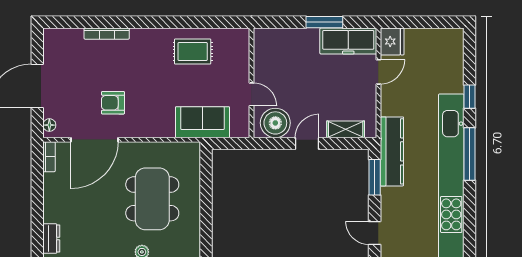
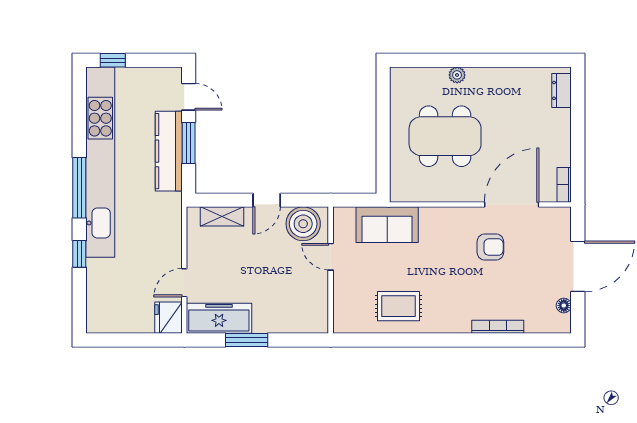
floor lamp: (49, 125) -> (564, 305), moved
kitchen counter: (392, 151) -> (169, 151), moved
window: (375, 177) -> (189, 143), moved
dining table: (152, 199) -> (445, 136), turned 90

